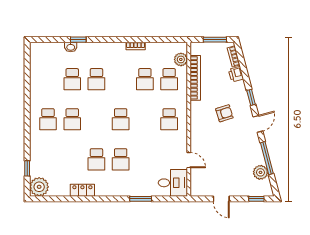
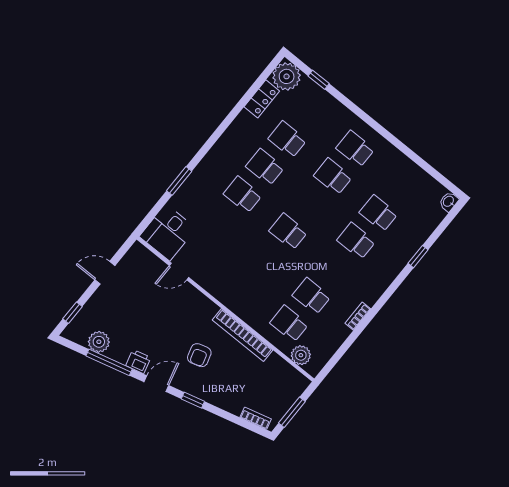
washbasin: (71, 47) -> (449, 202), moved
printer: (236, 74) -> (138, 361), moved
bookcase: (195, 78) -> (243, 335), moved
school desk: (169, 119) -> (287, 139), moved
door: (258, 124) -> (156, 384), swing flipped
locker: (82, 190) -> (262, 99), moved

